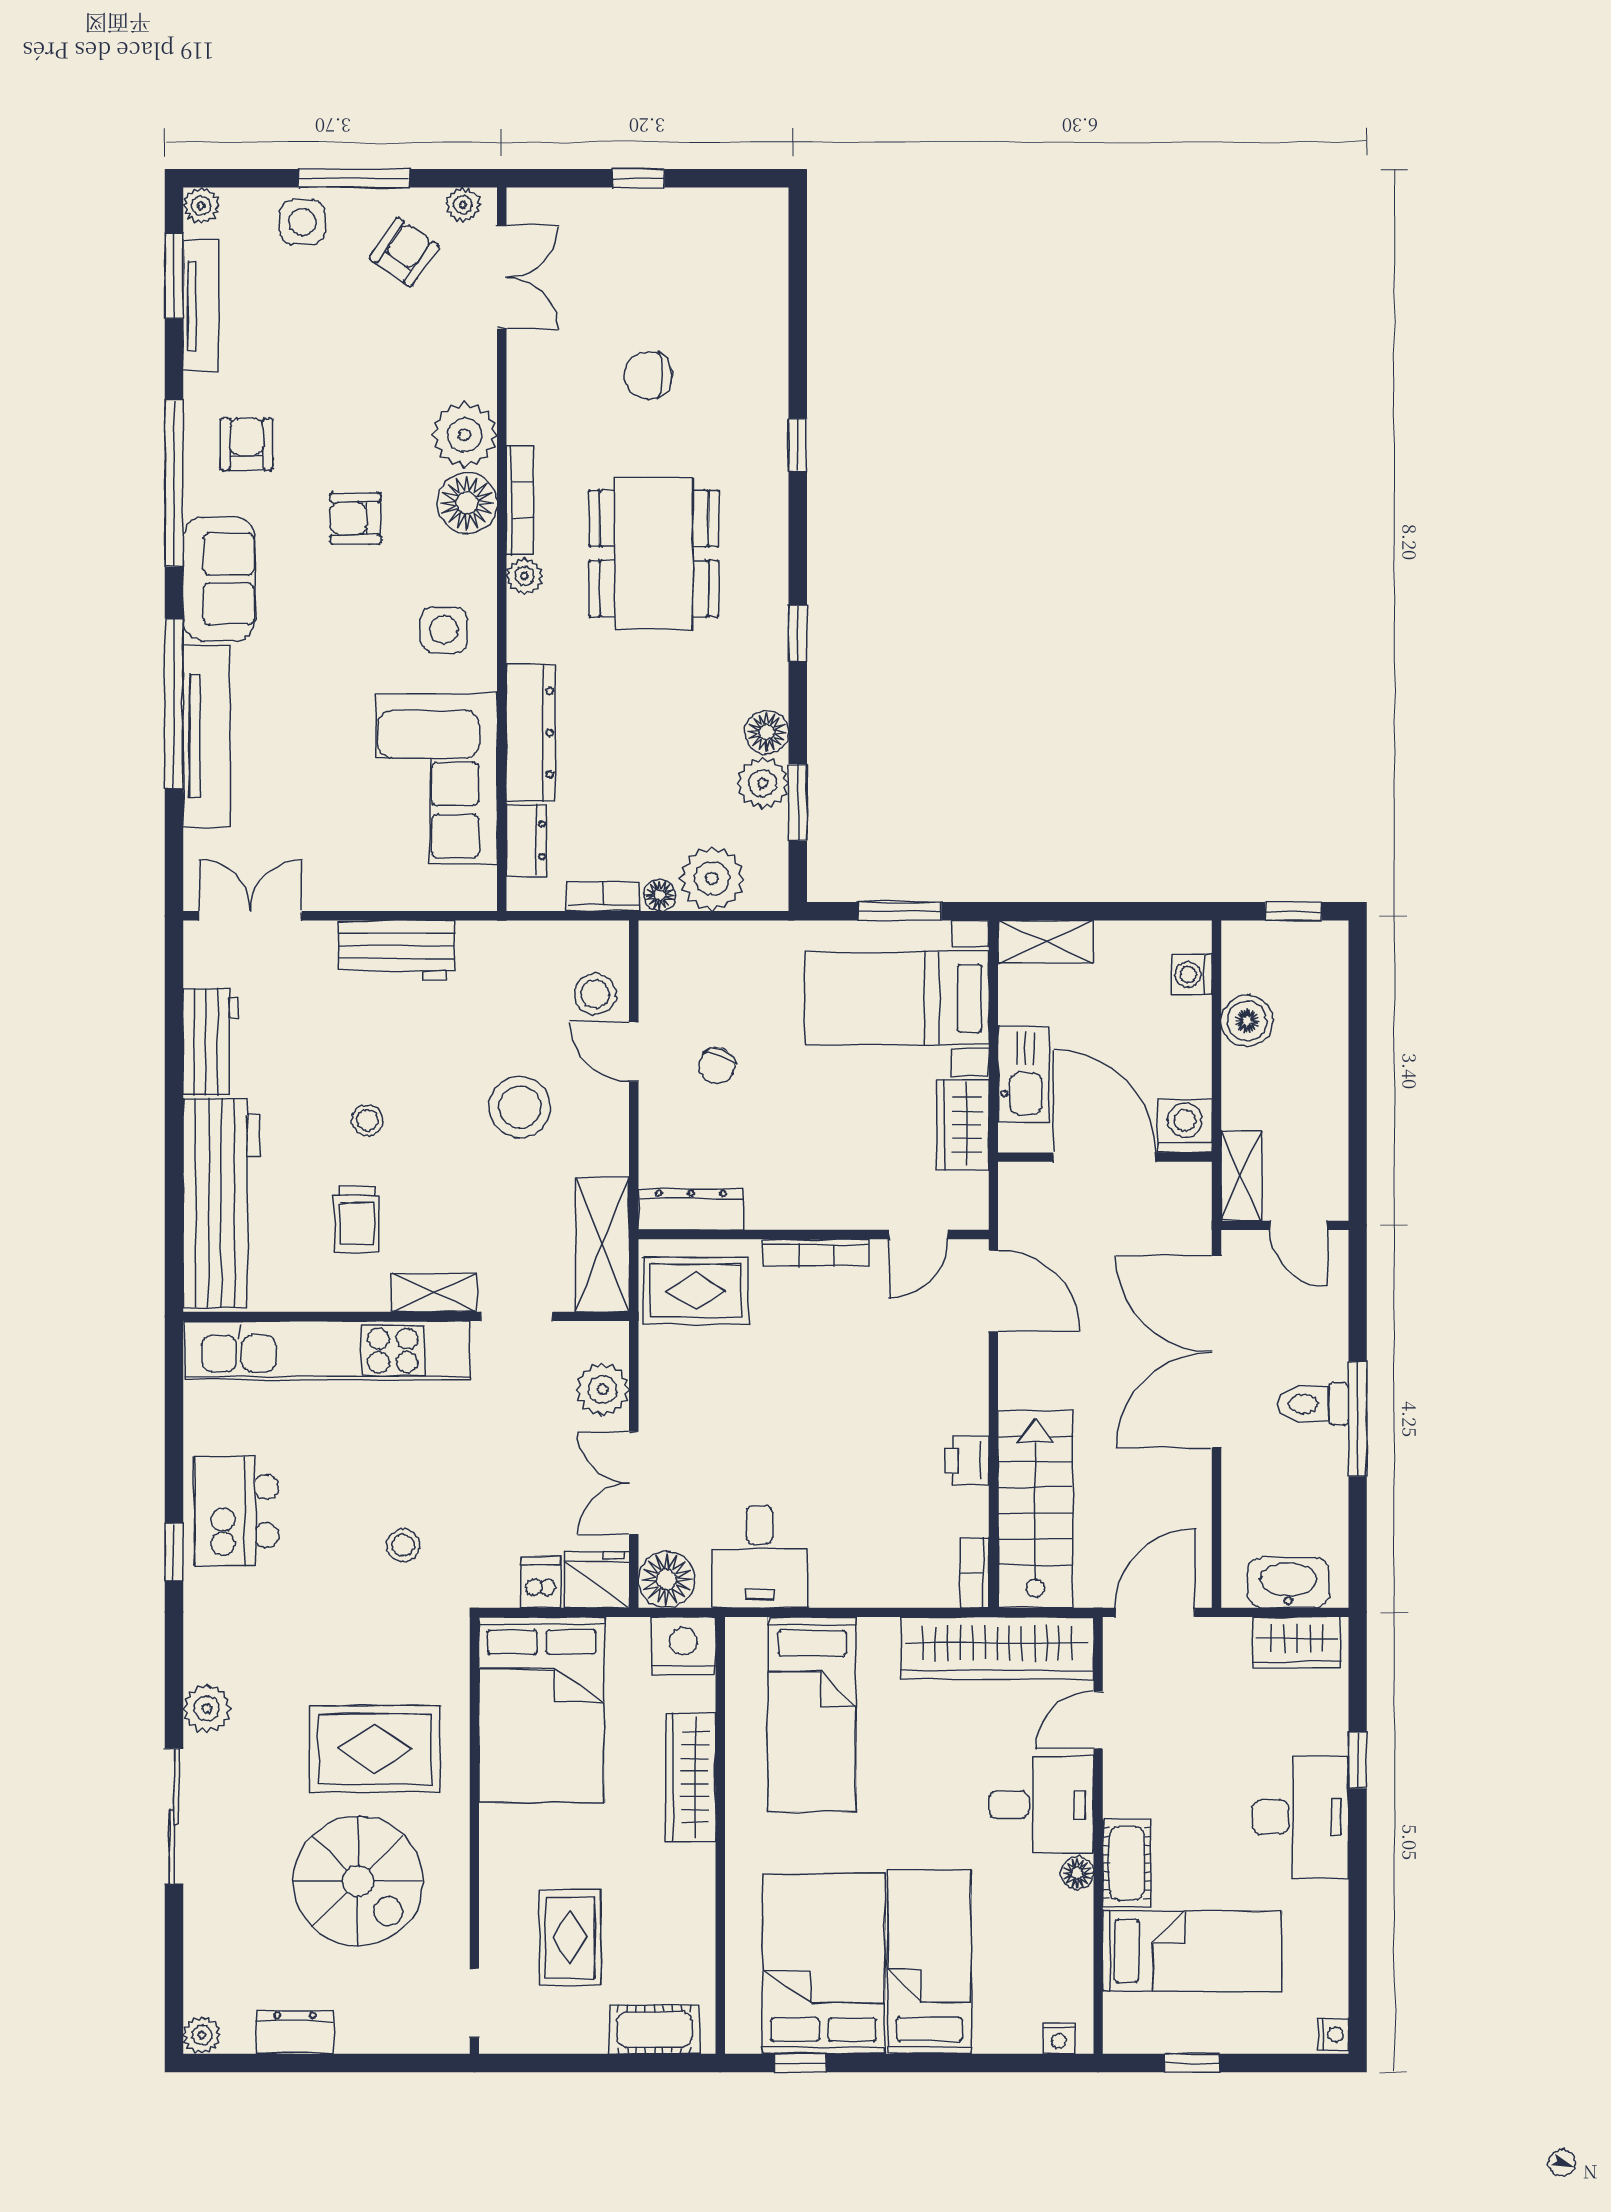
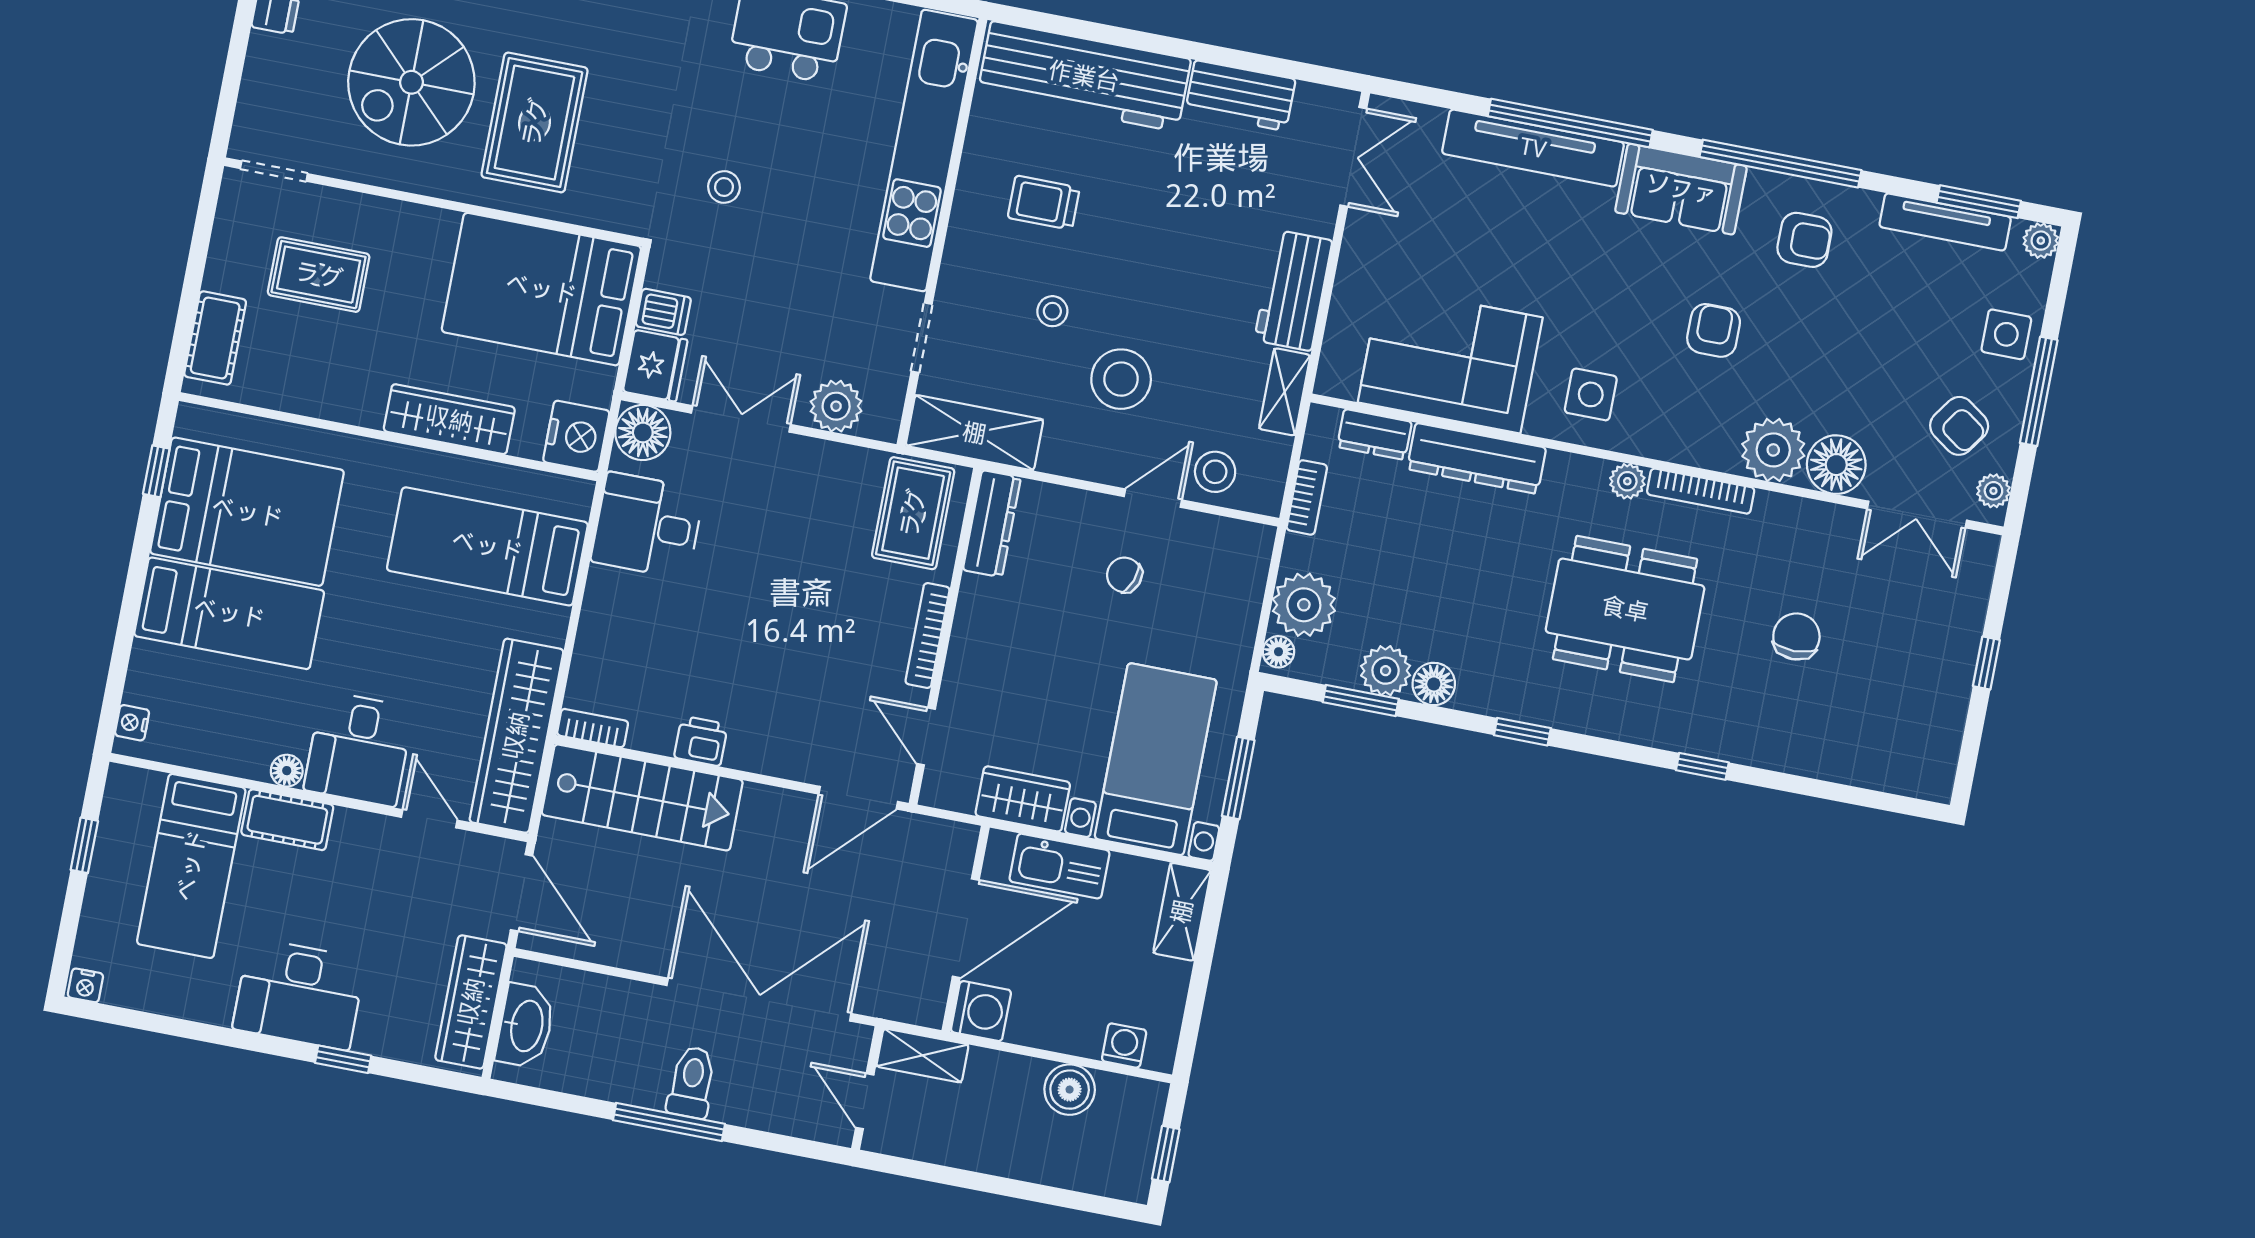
floor lamp: (467, 503) -> (1836, 465), moved
floor lamp: (660, 895) -> (1278, 652), moved
stool: (367, 1120) -> (1052, 311), moved
door: (1299, 1225) -> (865, 1101), hinge flipped
shelving: (434, 1293) -> (1285, 392), moved
wardrobe: (1297, 1642) -> (471, 1002), width x1.50

